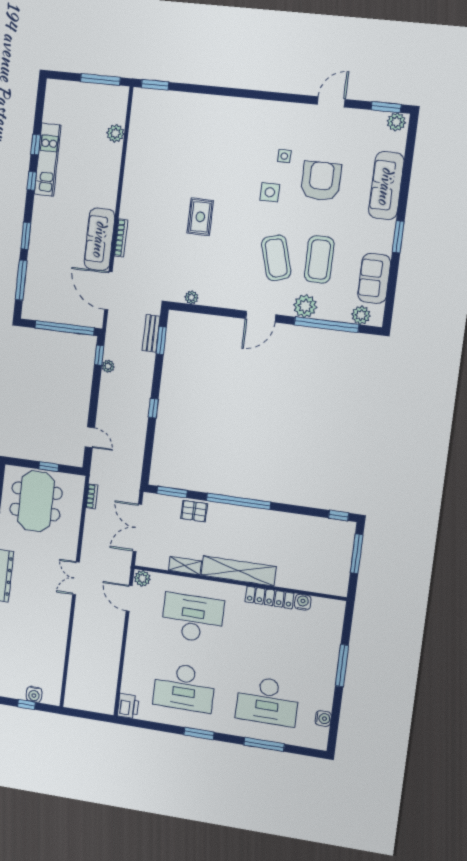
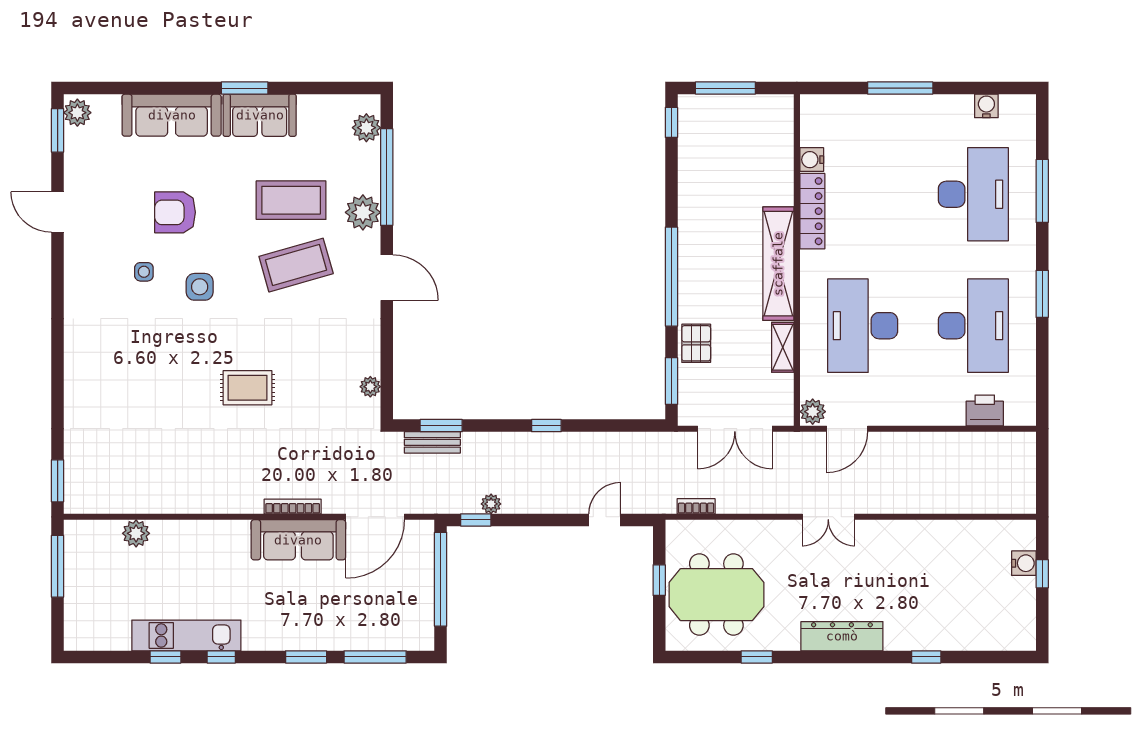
armchair: (321, 181) -> (175, 212), width x0.73, depth x0.73
sofa: (374, 278) -> (260, 115), moved
printer: (128, 706) -> (985, 410), moved

